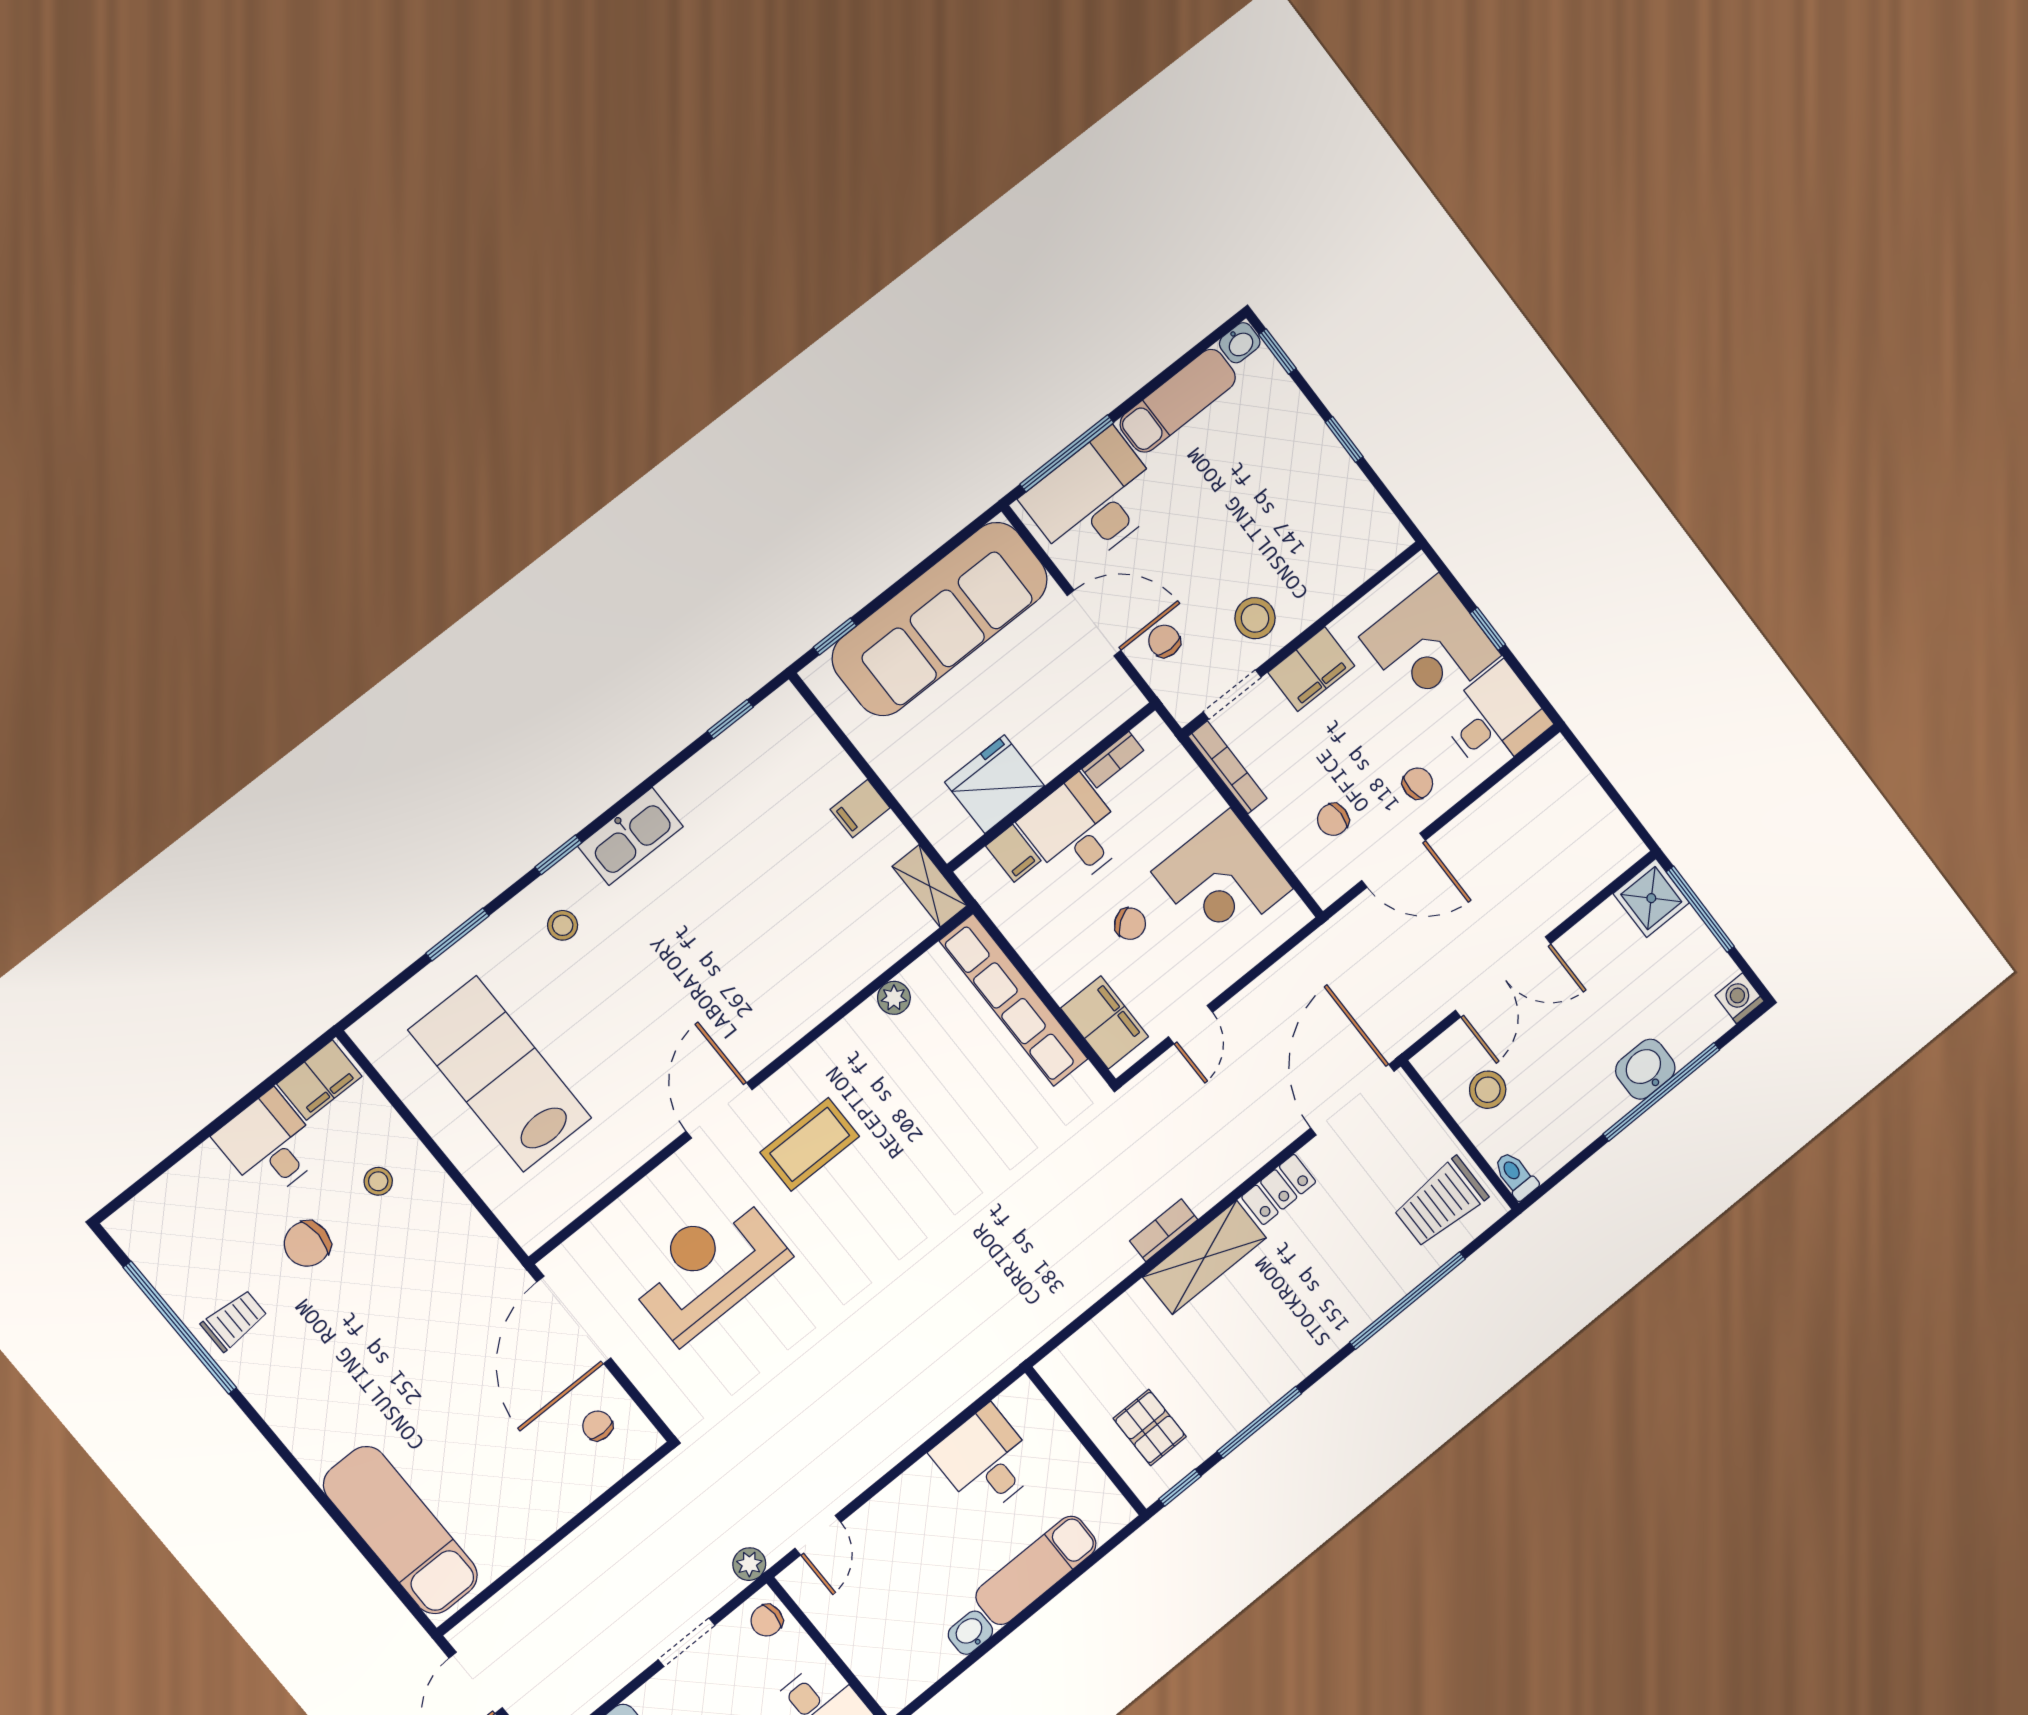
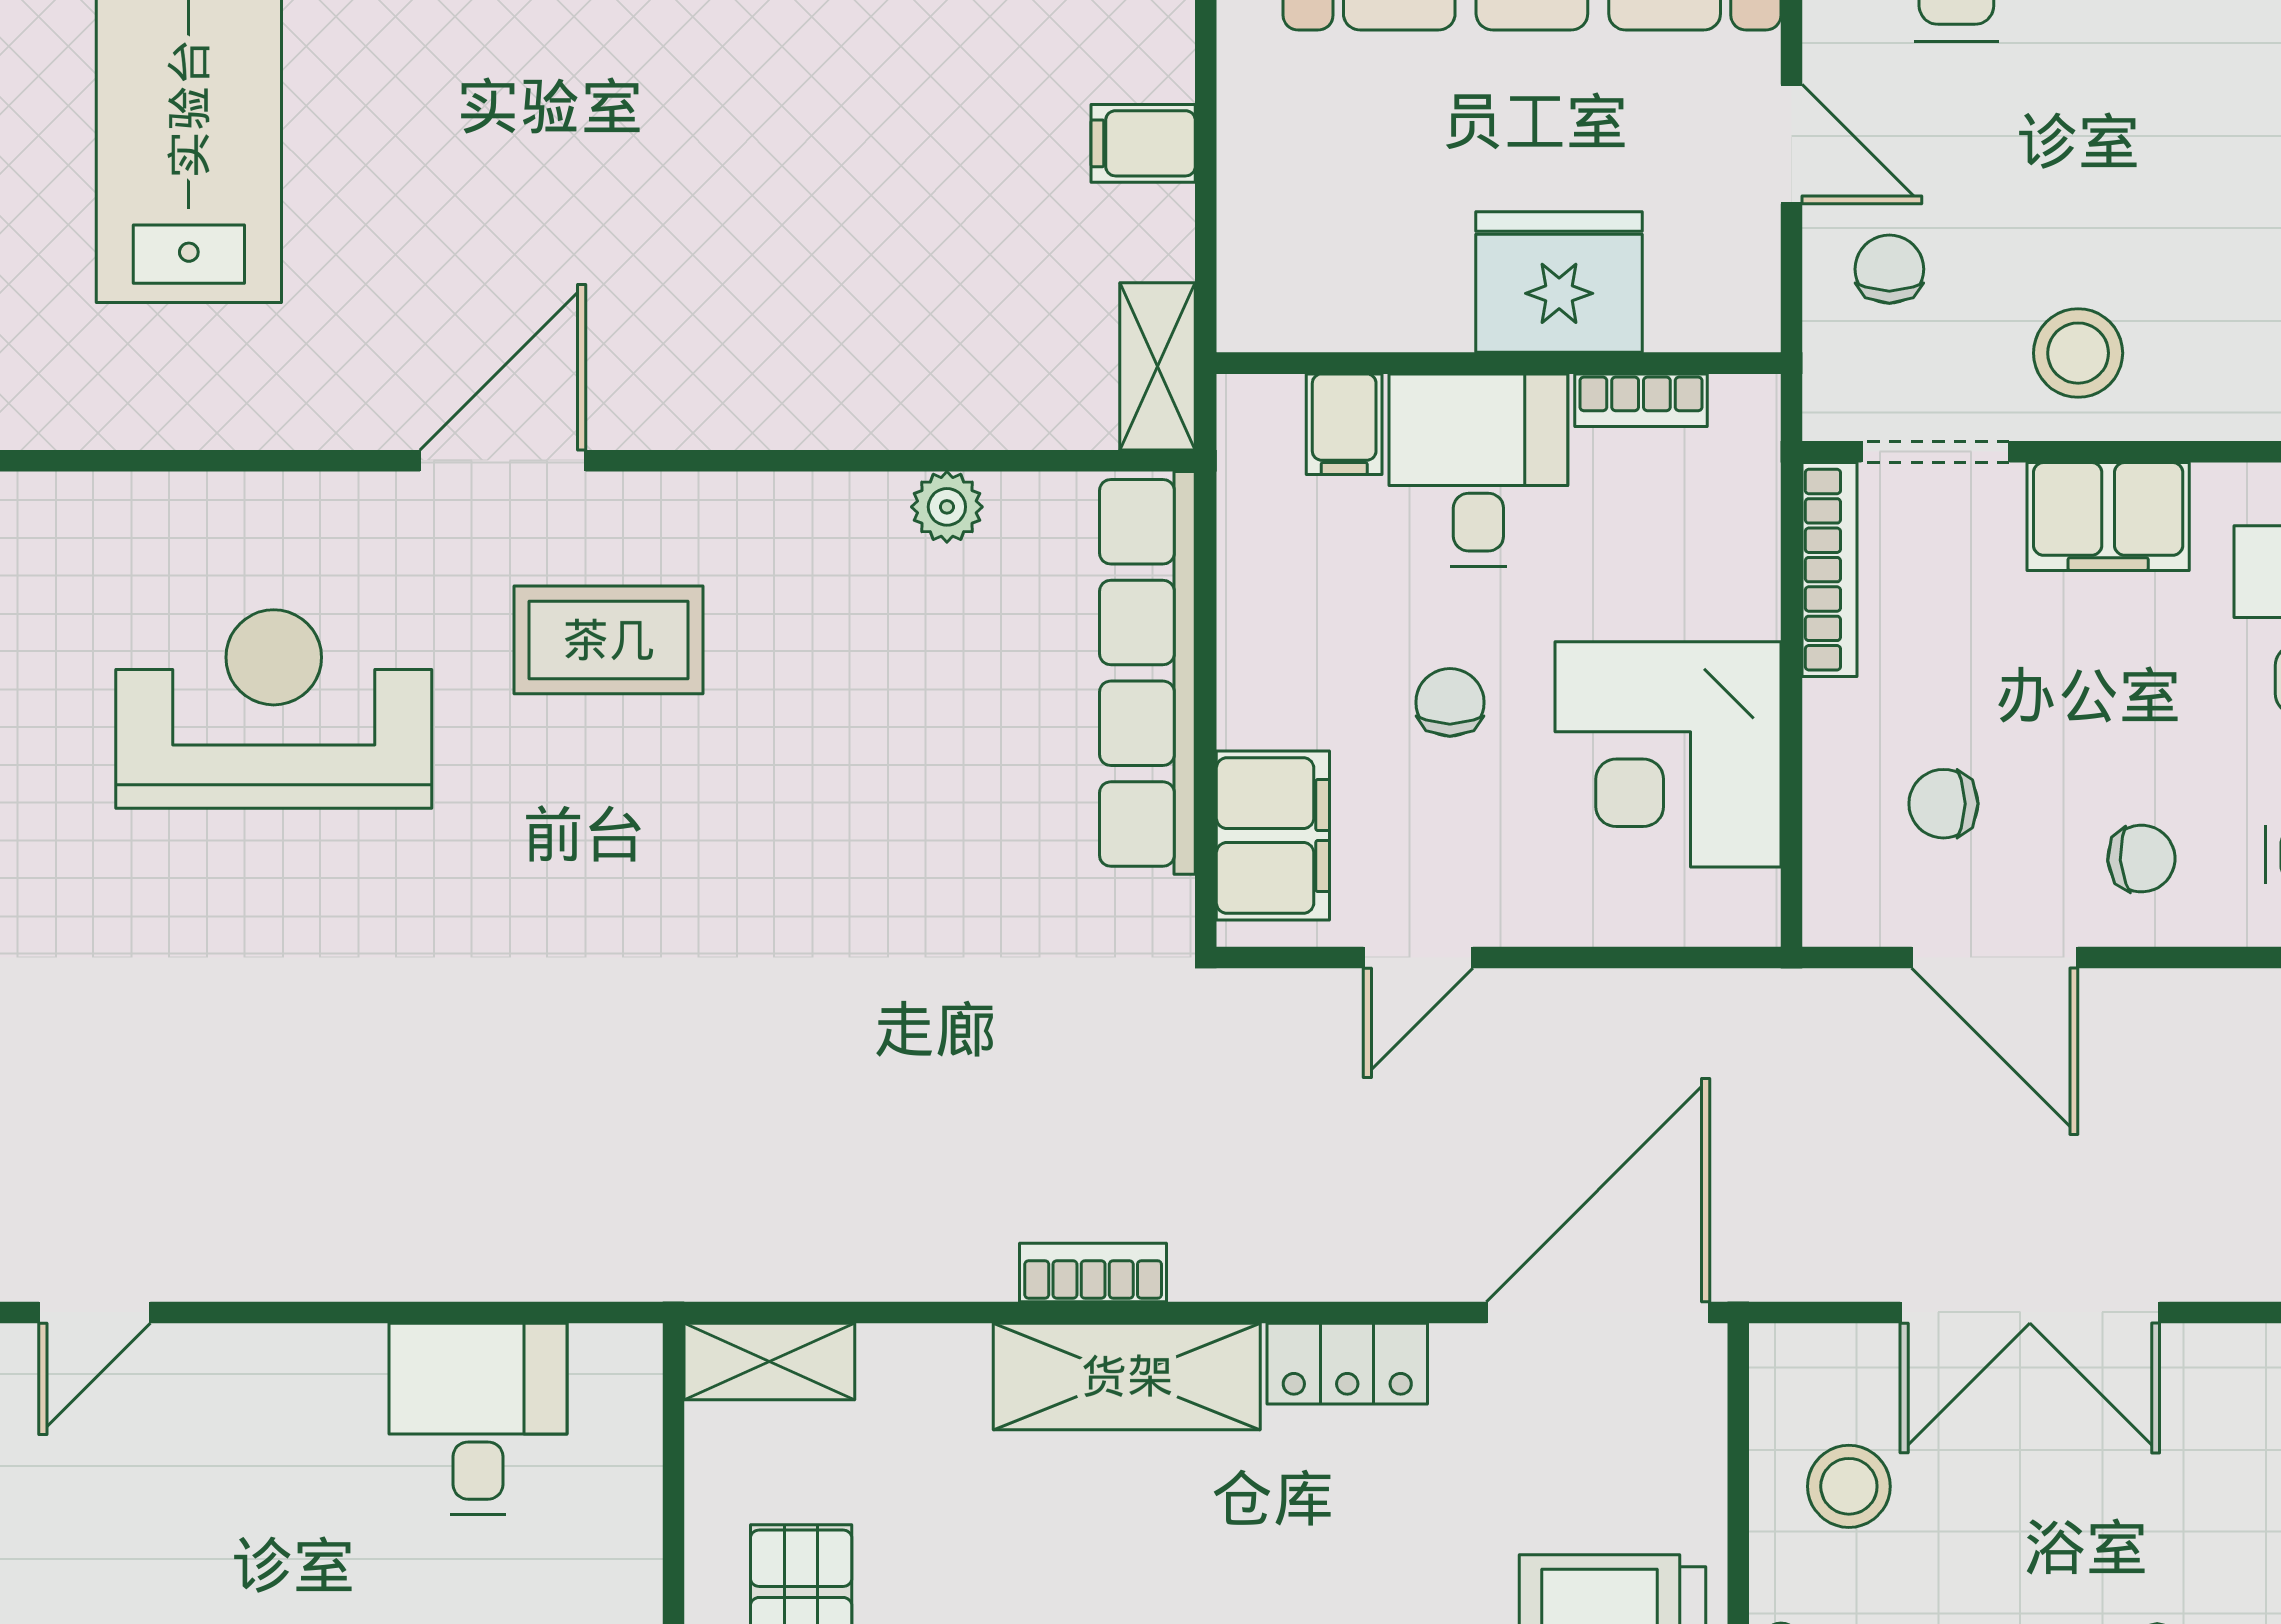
door: (1094, 623) -> (1791, 144), width x0.73
fridge: (995, 784) -> (1559, 282), moved
chair: (1130, 924) -> (1450, 702), turned -145
shelving: (1074, 1355) -> (769, 1361), added

